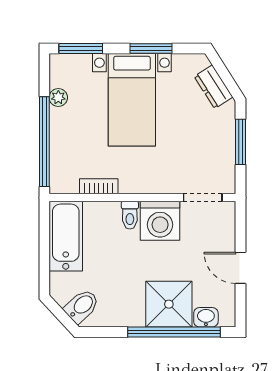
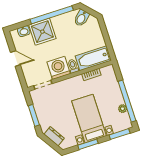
window: (44, 142) -> (127, 101), moved
bathtub: (66, 236) -> (93, 58), moved, turned 90
window: (174, 332) -> (52, 15), moved

